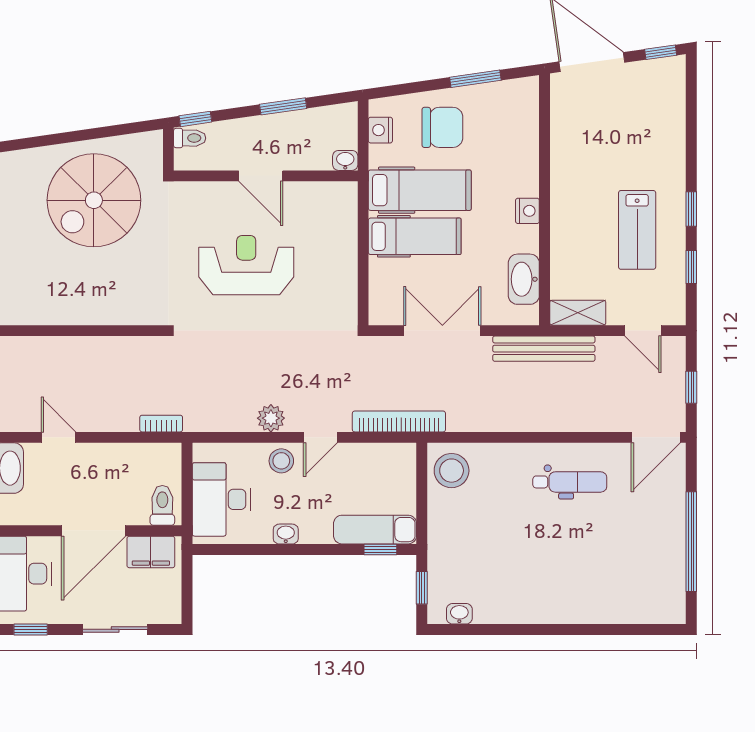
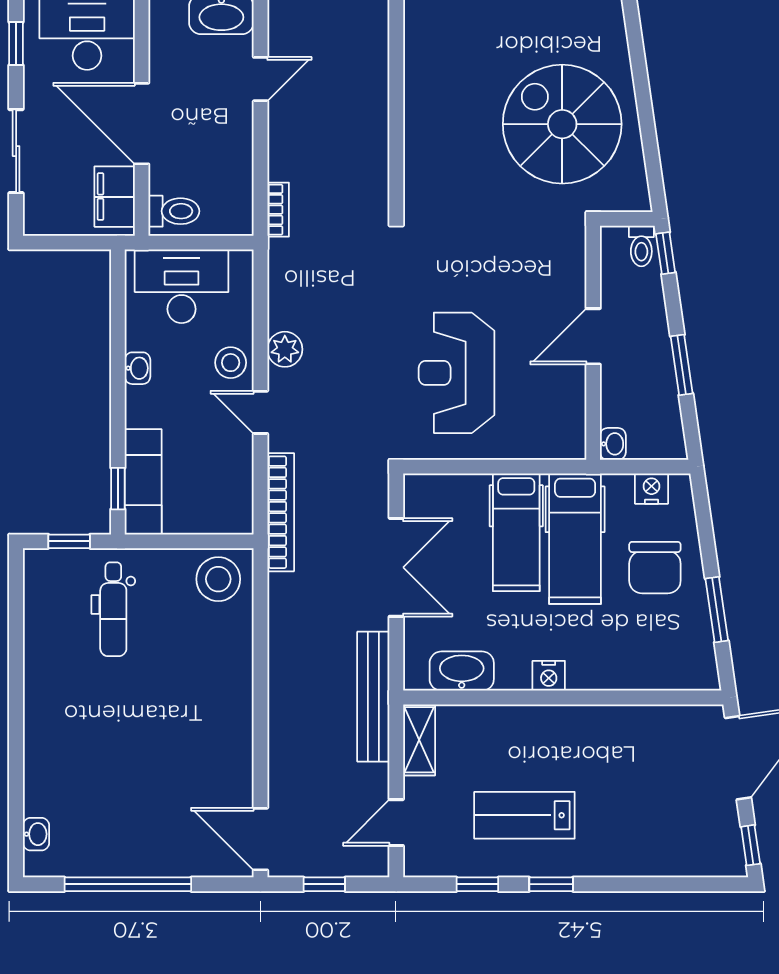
reception desk: (246, 265) -> (457, 373), moved, turned 180
dental chair: (570, 482) -> (113, 609), moved
washbasin: (459, 614) -> (36, 834), moved

